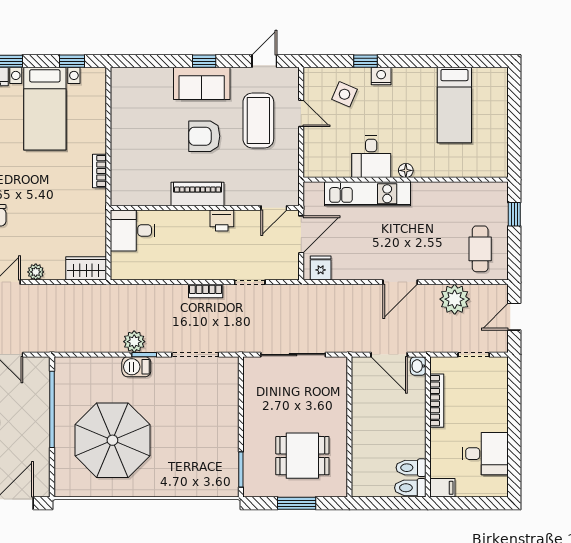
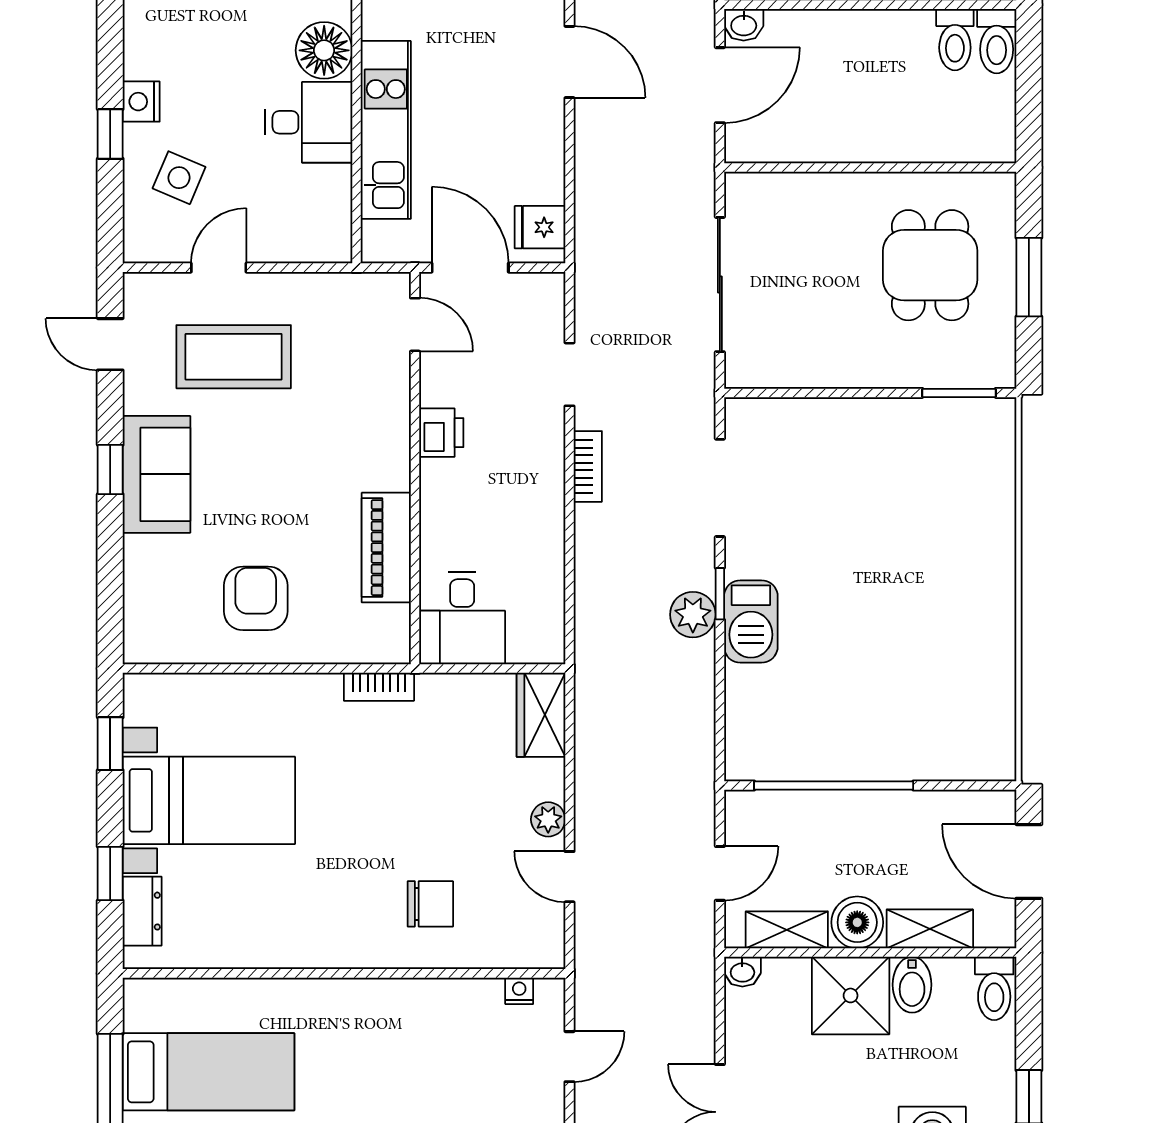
armchair: (204, 136) -> (256, 598), moved, turned 180
floor lamp: (406, 170) -> (324, 50), width x1.89, depth x1.89
bookcase: (100, 171) -> (379, 687), moved
piano: (198, 194) -> (386, 548), moved
barbecue: (136, 367) -> (751, 621), width x1.38, depth x1.27
parasol: (112, 440) -> (898, 660), removed

